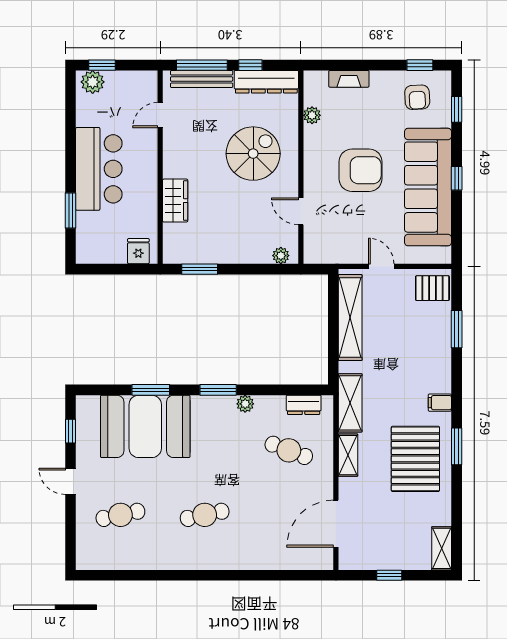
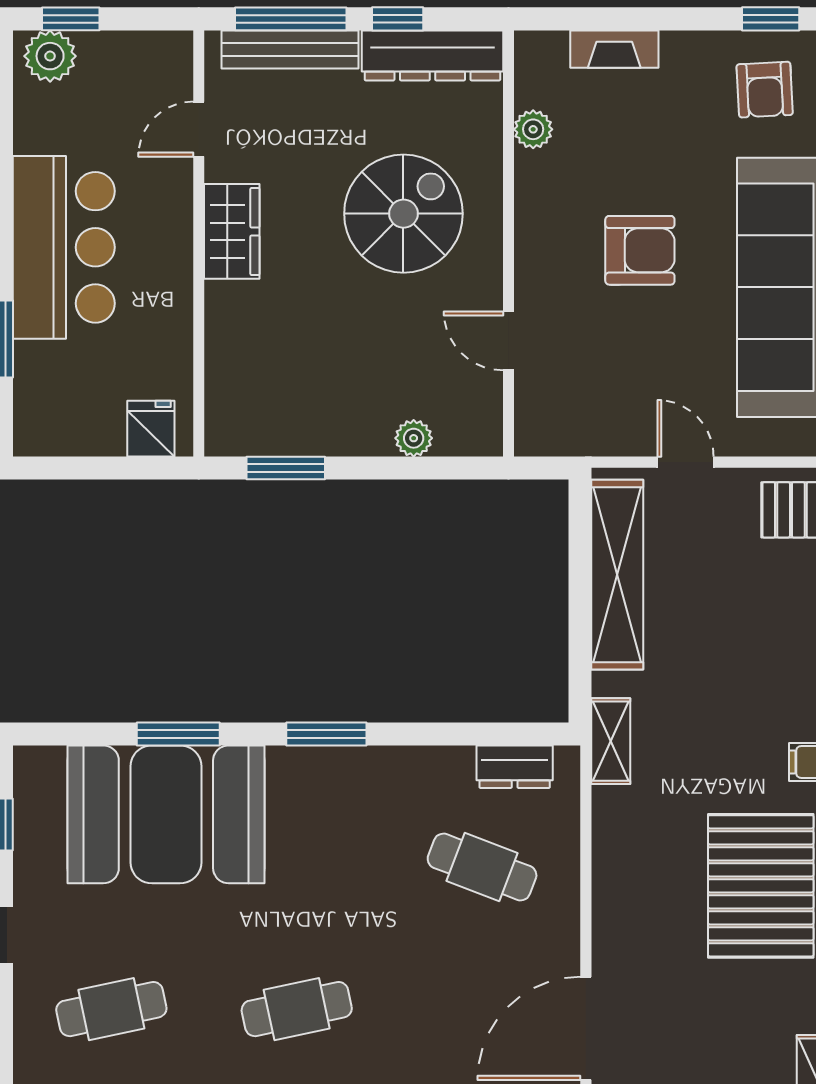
armchair: (361, 170) -> (640, 250), width x0.73, depth x0.73
wardrobe: (175, 201) -> (232, 231), moved
plant: (281, 256) -> (414, 438), moved
shelving: (350, 403) -> (611, 741), width x0.67, depth x0.75
plant: (245, 404) -> (386, 764), removed
shelving: (348, 455) -> (612, 877), removed

